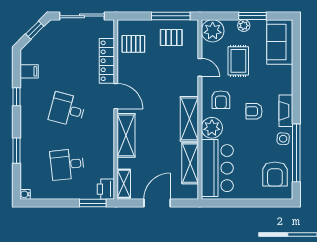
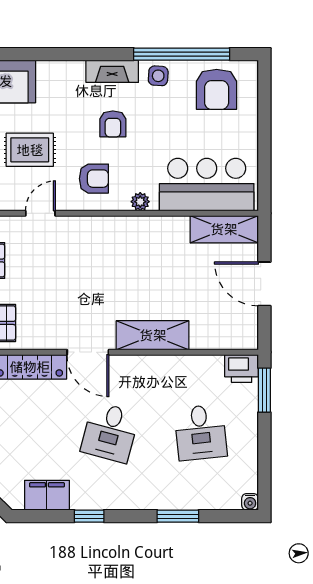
filing cabinet: (29, 71) -> (47, 495), width x2.00
door: (116, 96) -> (88, 352), swing flipped
shelving: (189, 119) -> (125, 230), removed
plant: (212, 128) -> (140, 202), width x0.53, depth x0.53
shelving: (190, 163) -> (224, 229), moved
armchair: (275, 174) -> (217, 89), turned 90
shelving: (124, 184) -> (233, 339), removed

